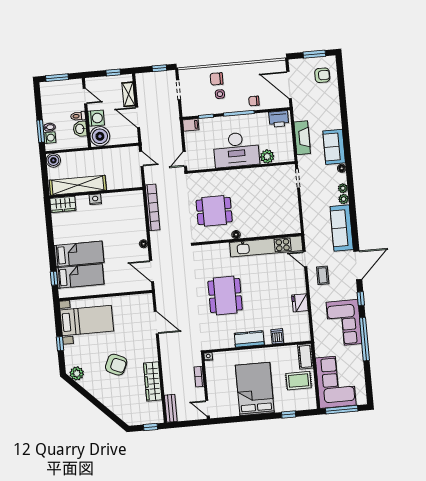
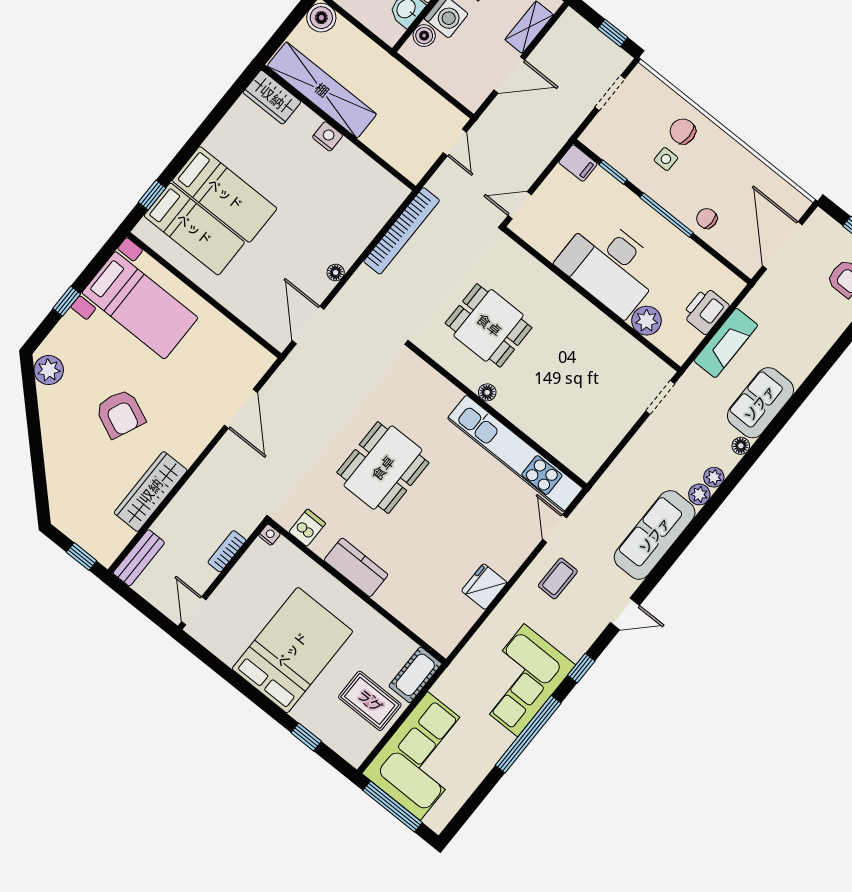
door: (138, 117) -> (509, 75), swing flipped
printer: (279, 119) -> (705, 310), moved, turned 90
boiler: (100, 136) -> (424, 36), width x0.54, depth x0.54
door: (358, 265) -> (625, 614), width x0.53
dishwasher: (277, 336) -> (307, 528), moved

